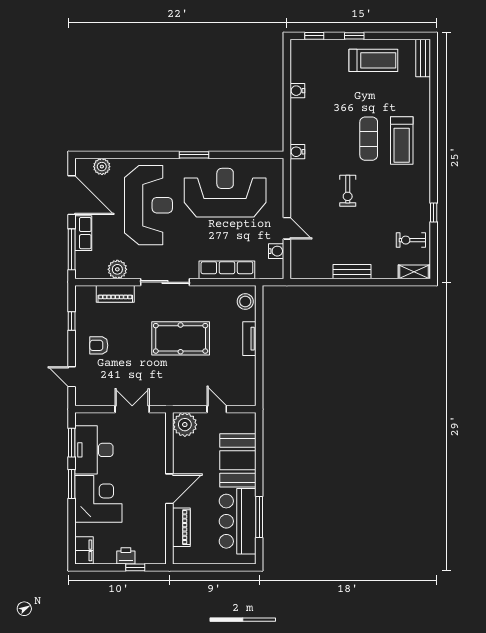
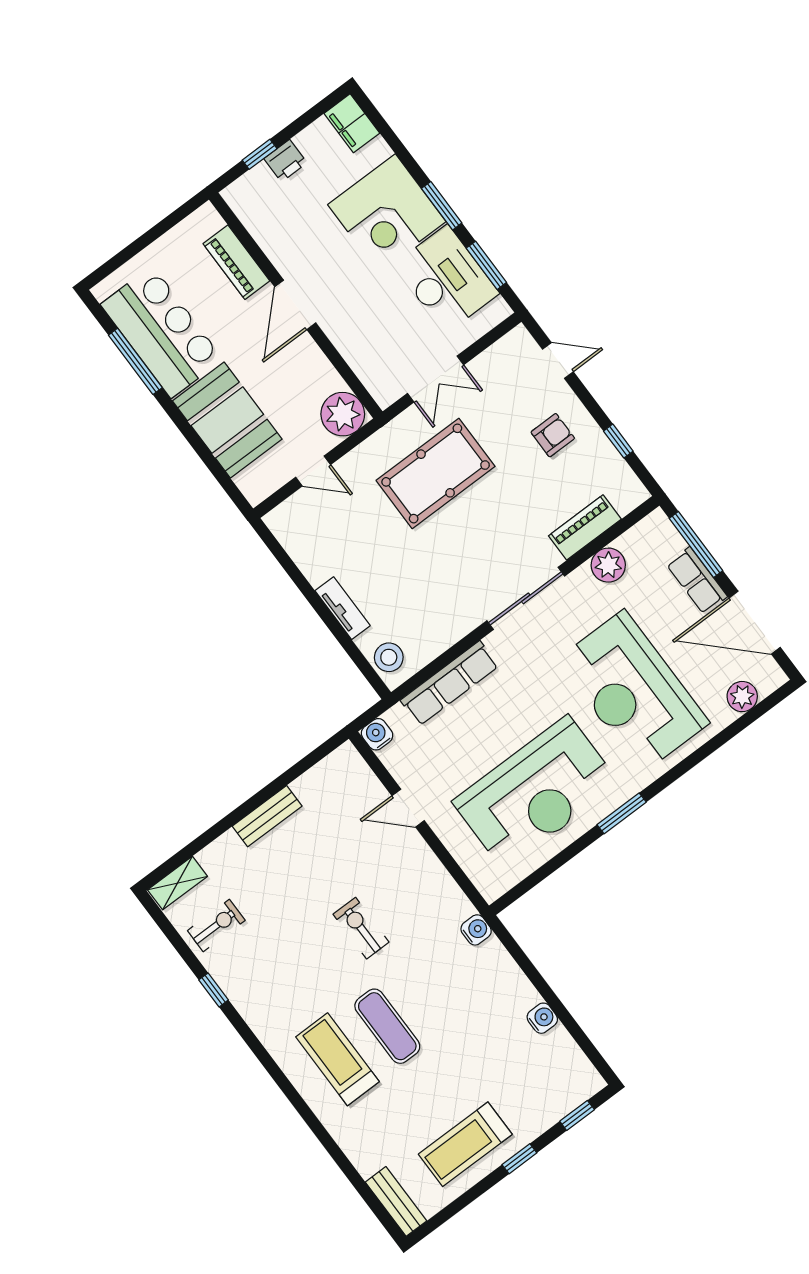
water cooler: (276, 251) -> (377, 734), moved, turned 90
pool table: (181, 338) -> (436, 473), moved

